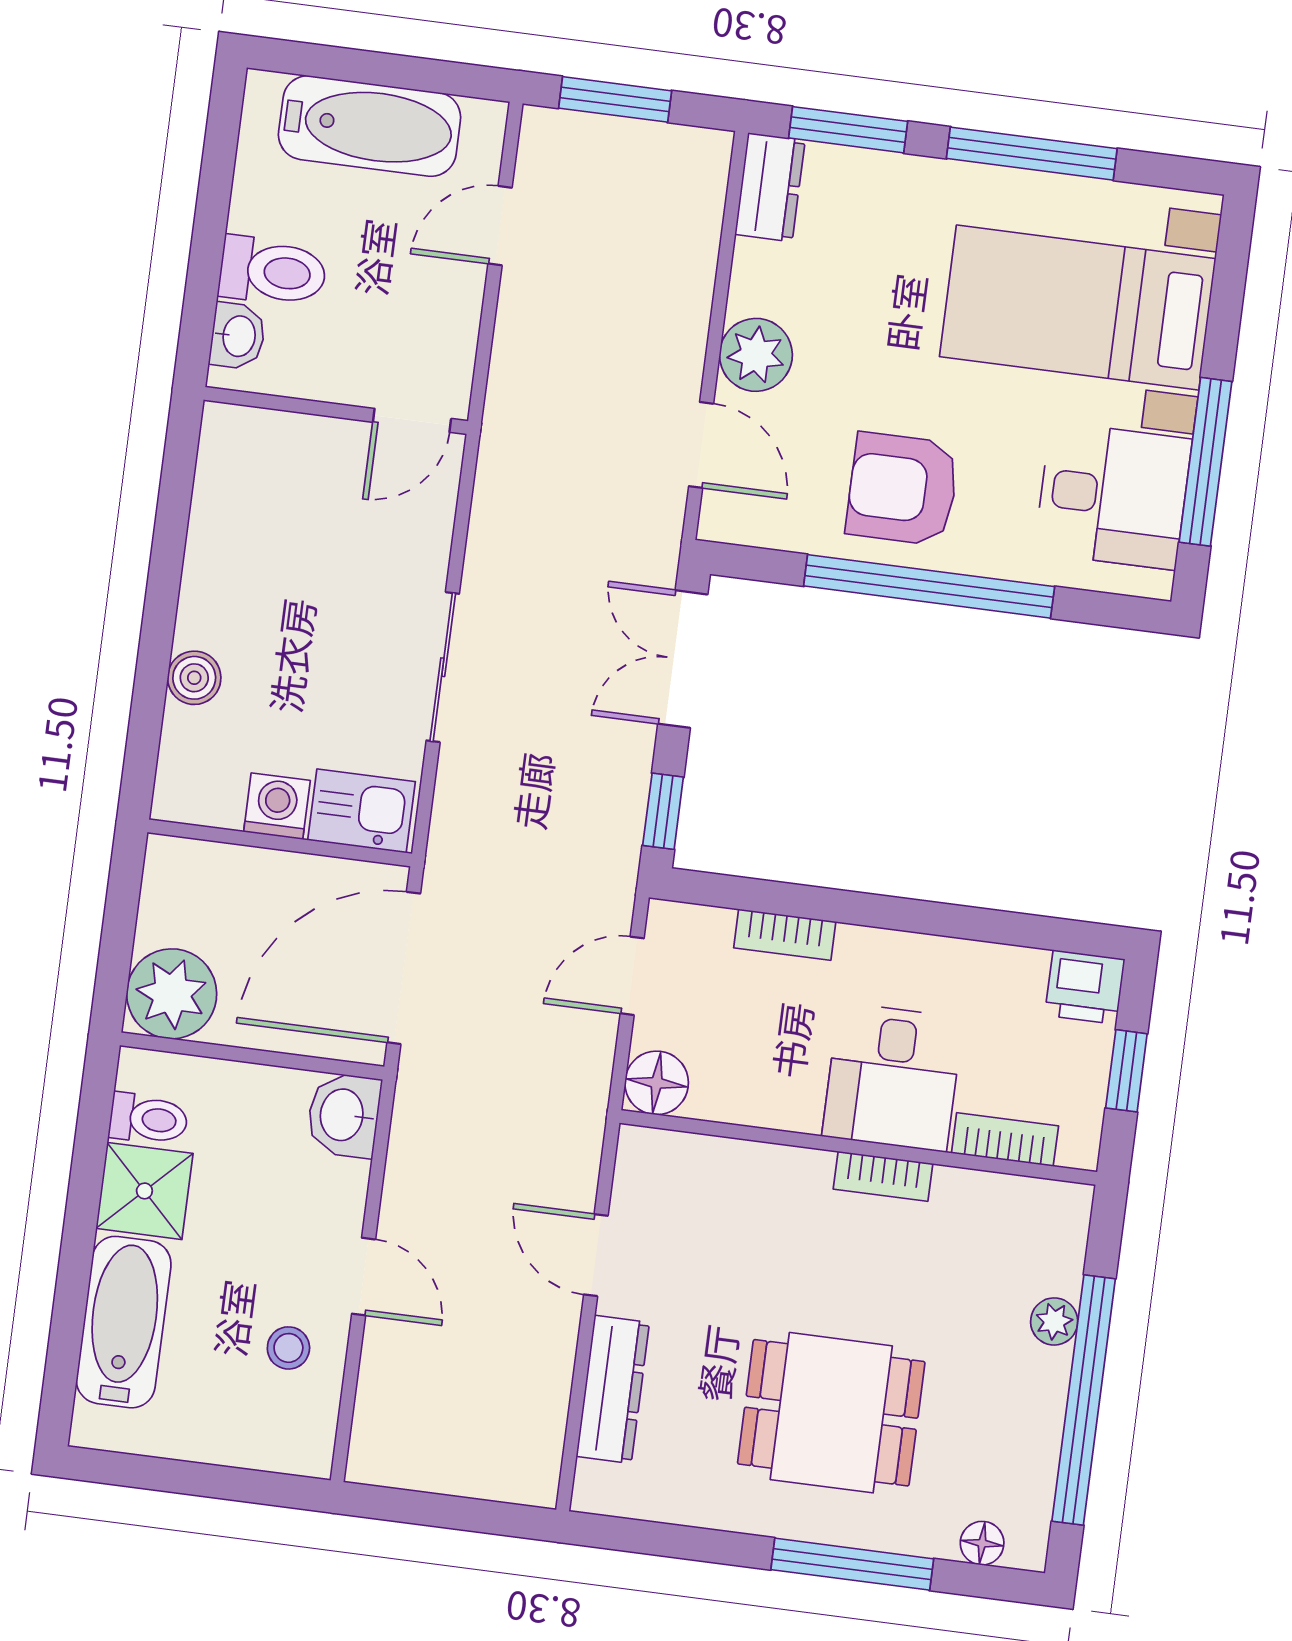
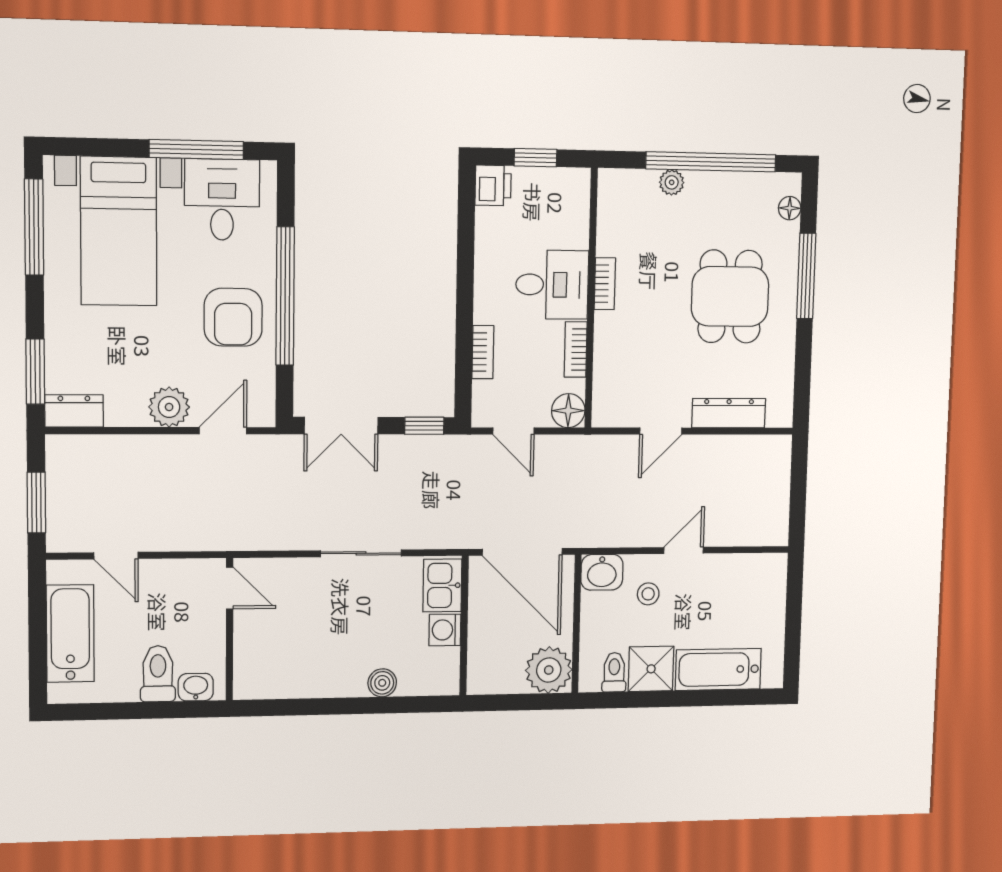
window: (1032, 154) -> (34, 227), moved
bookcase: (1005, 1140) -> (576, 350), moved
stool: (288, 1348) -> (648, 594), moved

